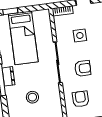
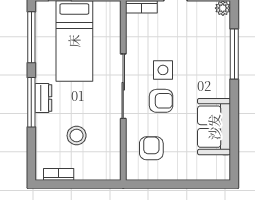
side table: (80, 35) -> (163, 70), moved

